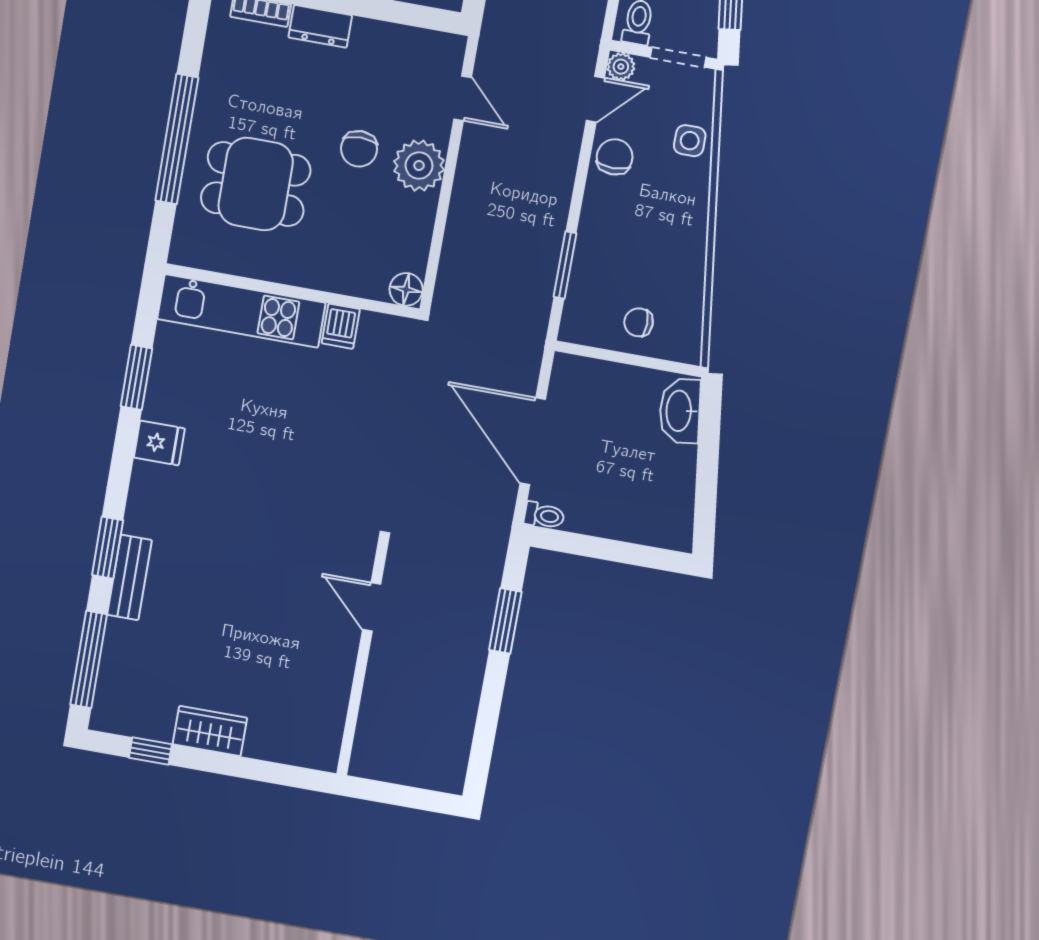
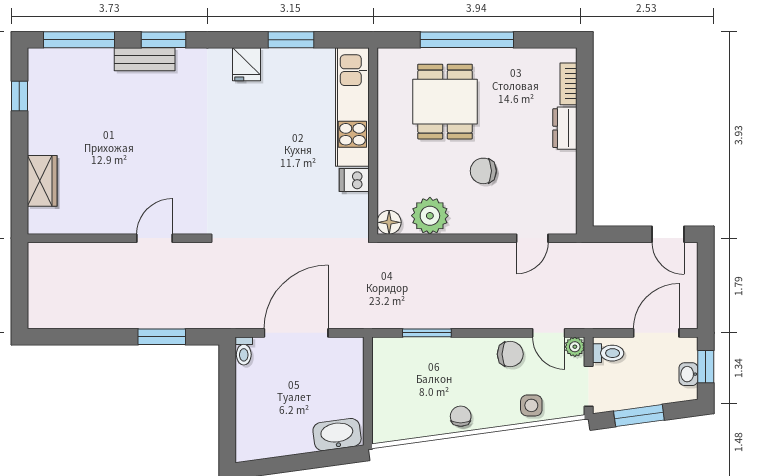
plant: (419, 166) -> (430, 216), moved
chair: (639, 322) -> (461, 416), moved
wardrobe: (210, 731) -> (42, 181), moved

